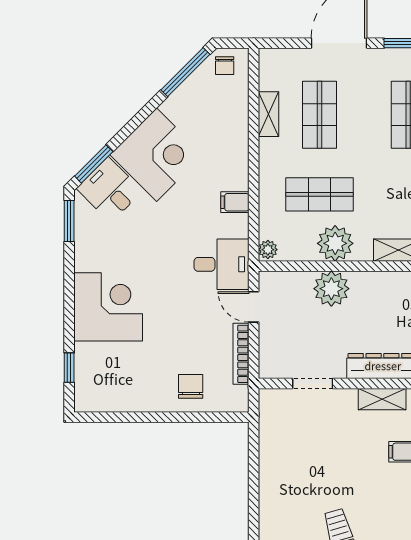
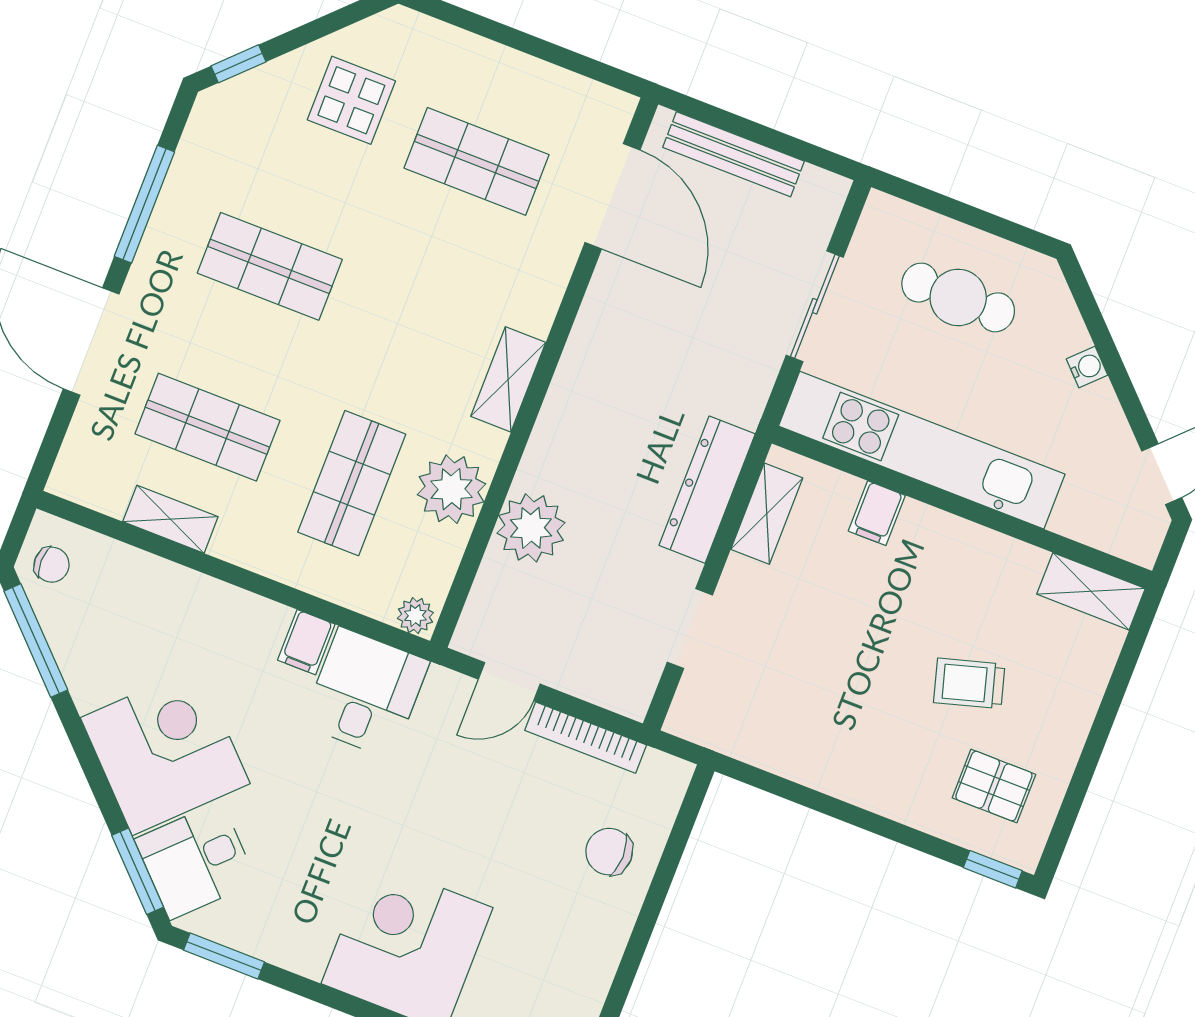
desk: (221, 264) -> (365, 693), moved

